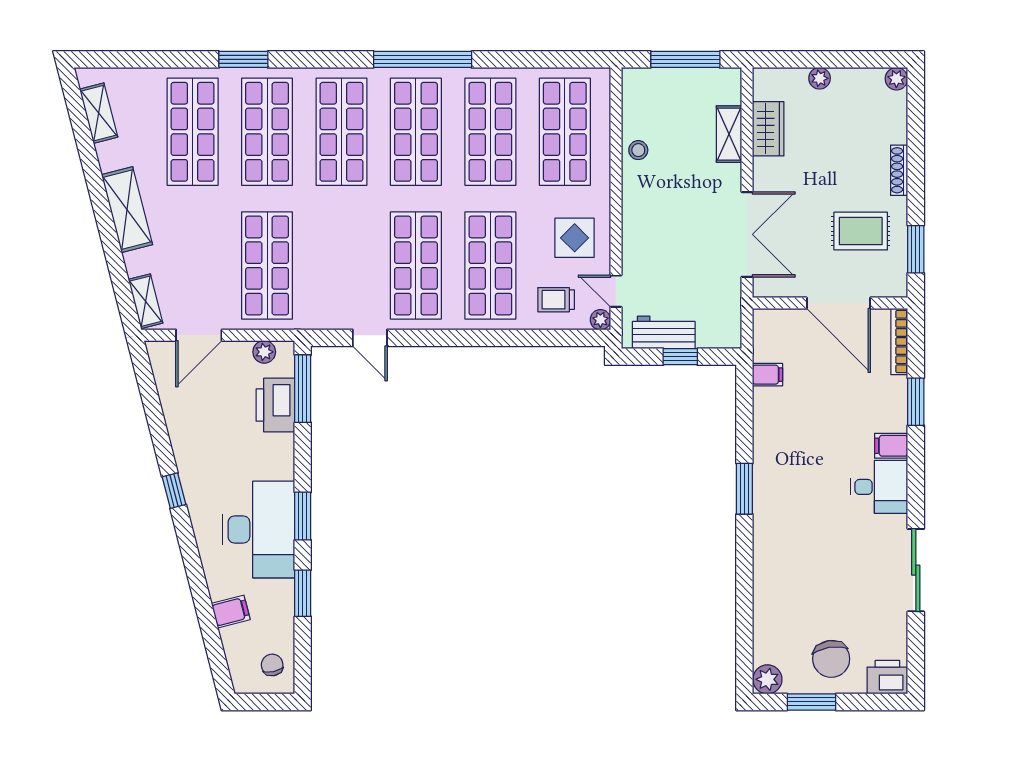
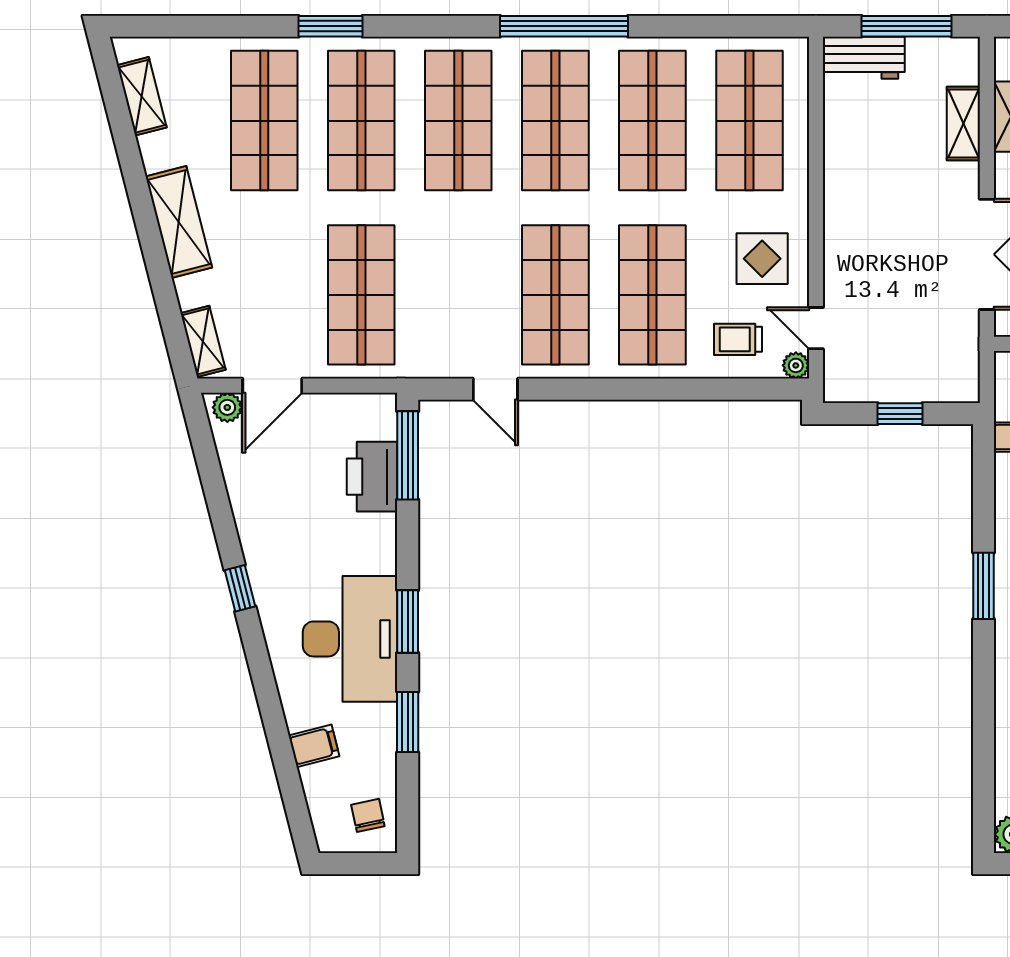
stool: (638, 150) -> (845, 144), removed
workbench: (664, 332) -> (864, 58), moved, turned 180
plant: (264, 352) -> (227, 407), moved

